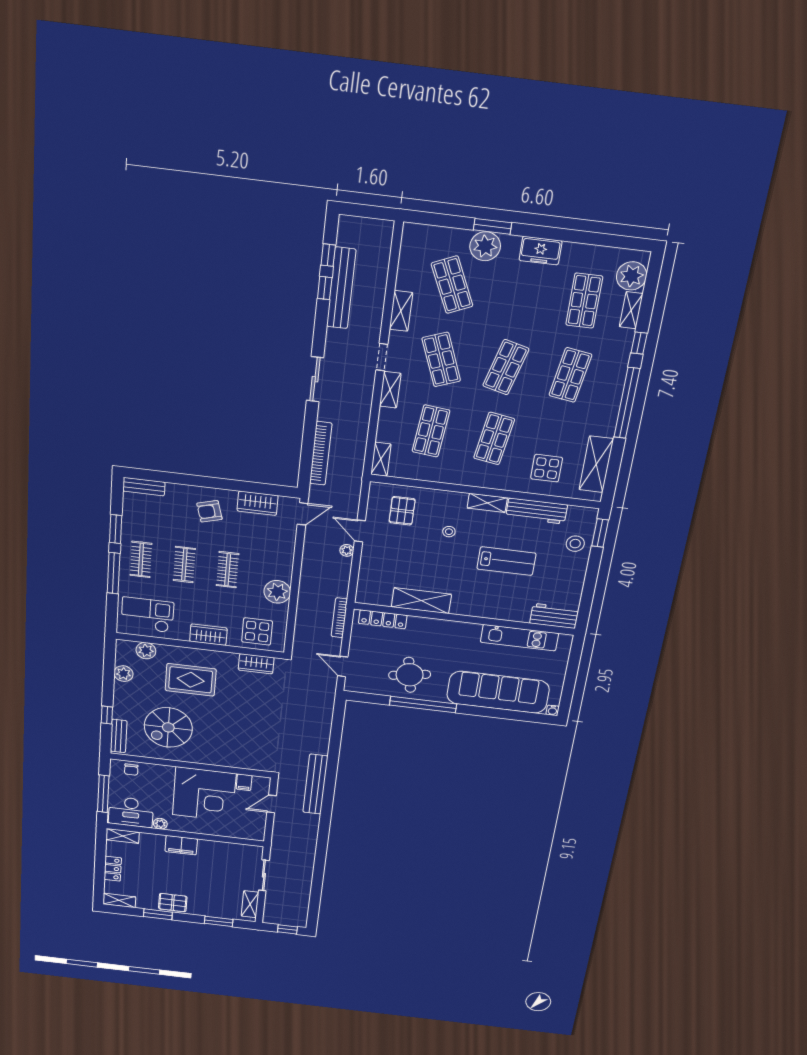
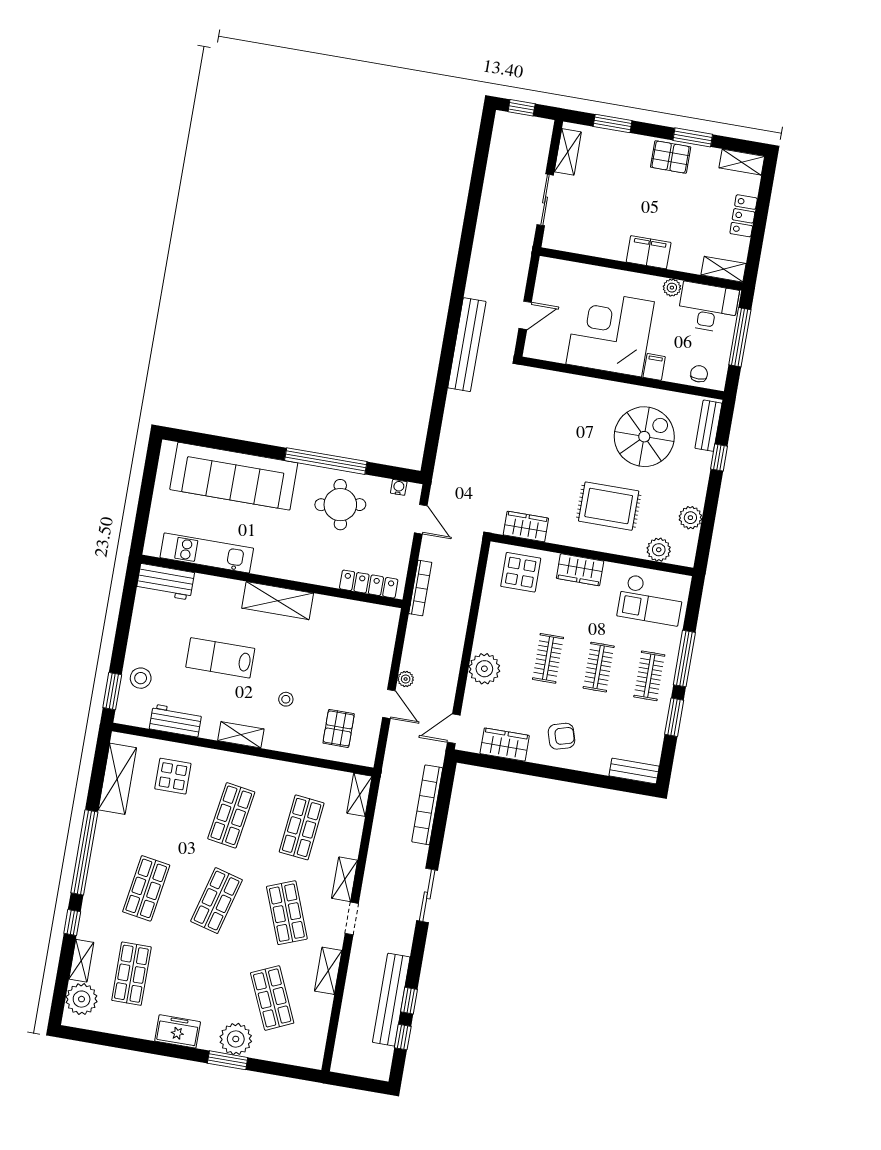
workbench: (537, 511) -> (176, 721), width x0.73
plant: (277, 592) -> (484, 669), moved
shelving: (421, 601) -> (278, 601), moved
water cooler: (553, 710) -> (399, 487), moved
filing cabinet: (244, 782) -> (654, 367), moved

